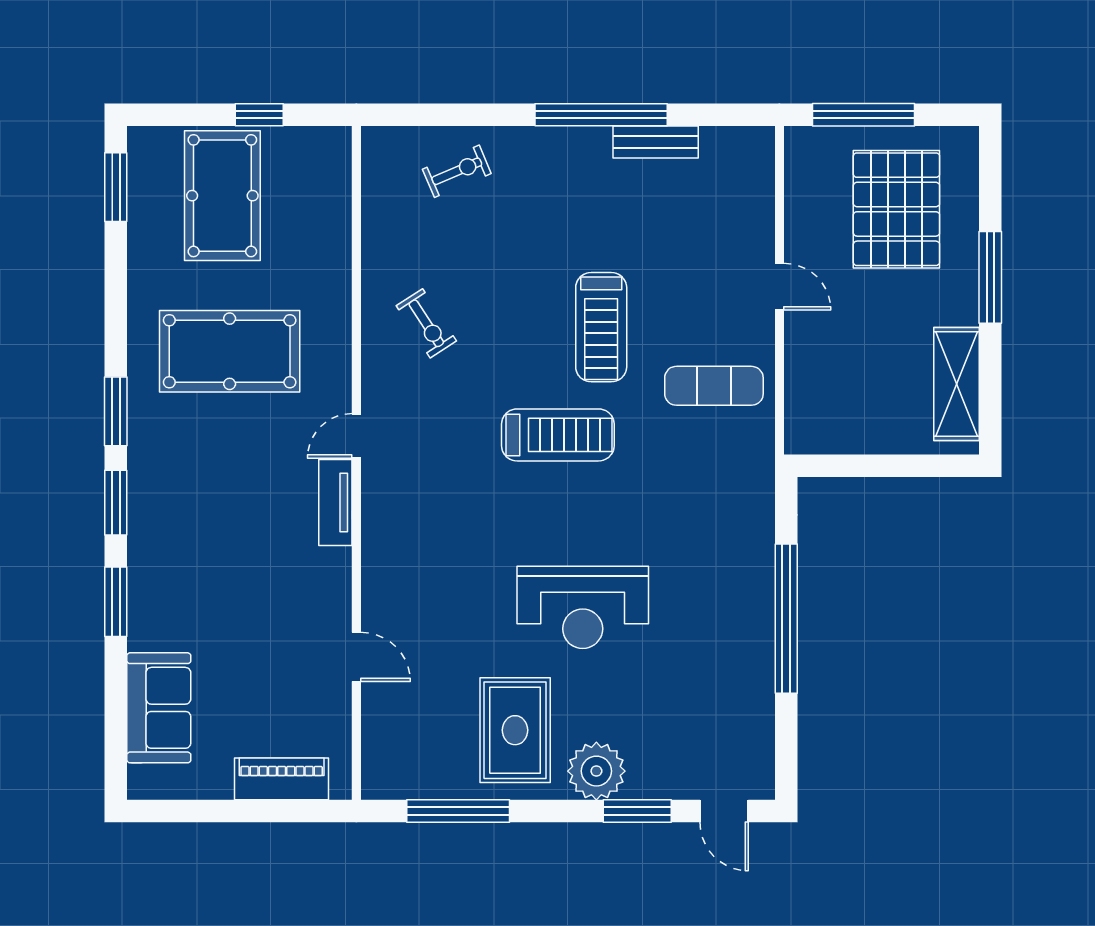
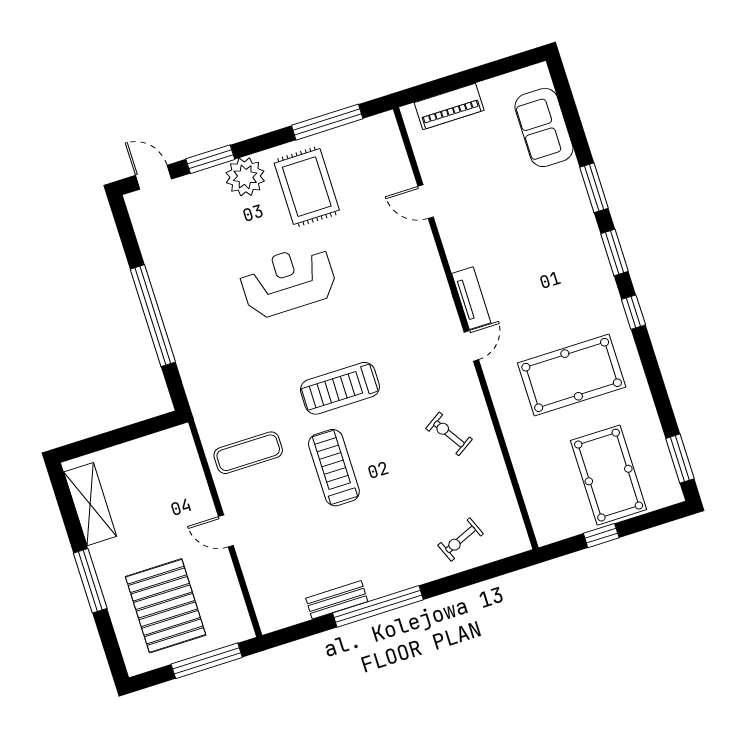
window: (116, 411) -> (633, 312), width x0.67

